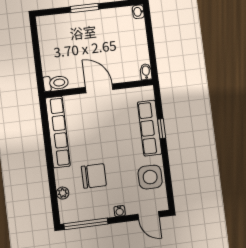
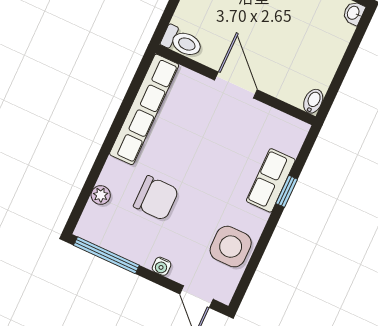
row of seats: (150, 128) -> (271, 180), width x0.68

